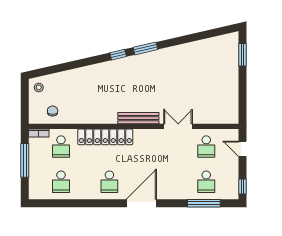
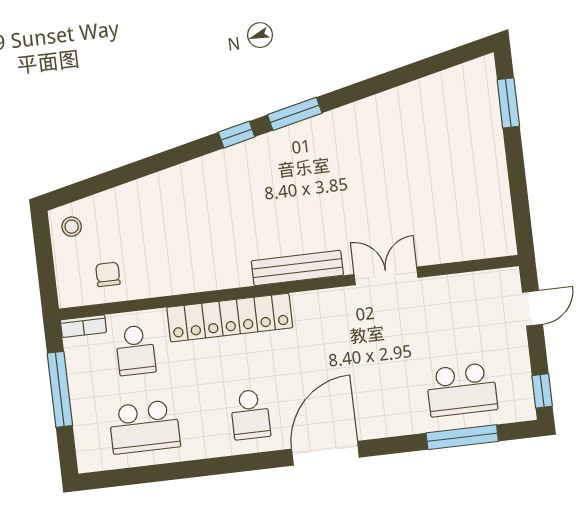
school desk: (206, 147) -> (453, 313), removed
door: (242, 149) -> (532, 308), swing flipped
school desk: (61, 182) -> (144, 427), width x1.85
school desk: (206, 182) -> (462, 390), width x1.85

